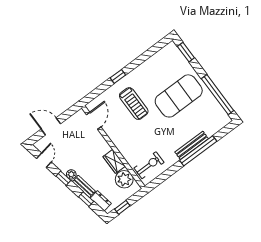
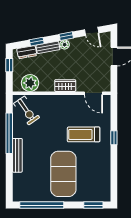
window: (198, 151) -> (9, 133), moved
wardrobe: (114, 161) -> (65, 86), moved
exercise bike: (149, 165) -> (27, 110), turned -35

